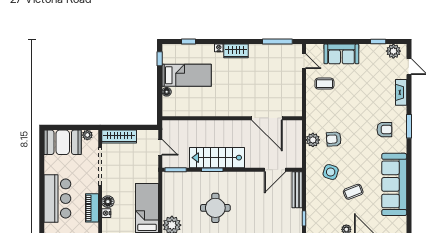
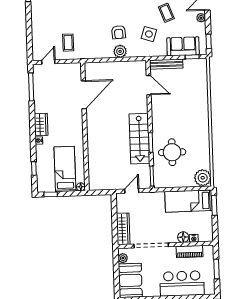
sofa: (341, 54) -> (183, 46), moved, turned -90
wall: (232, 118) -> (85, 127), moved
door: (267, 118) -> (84, 95), moved
round table: (215, 208) -> (172, 152), moved

